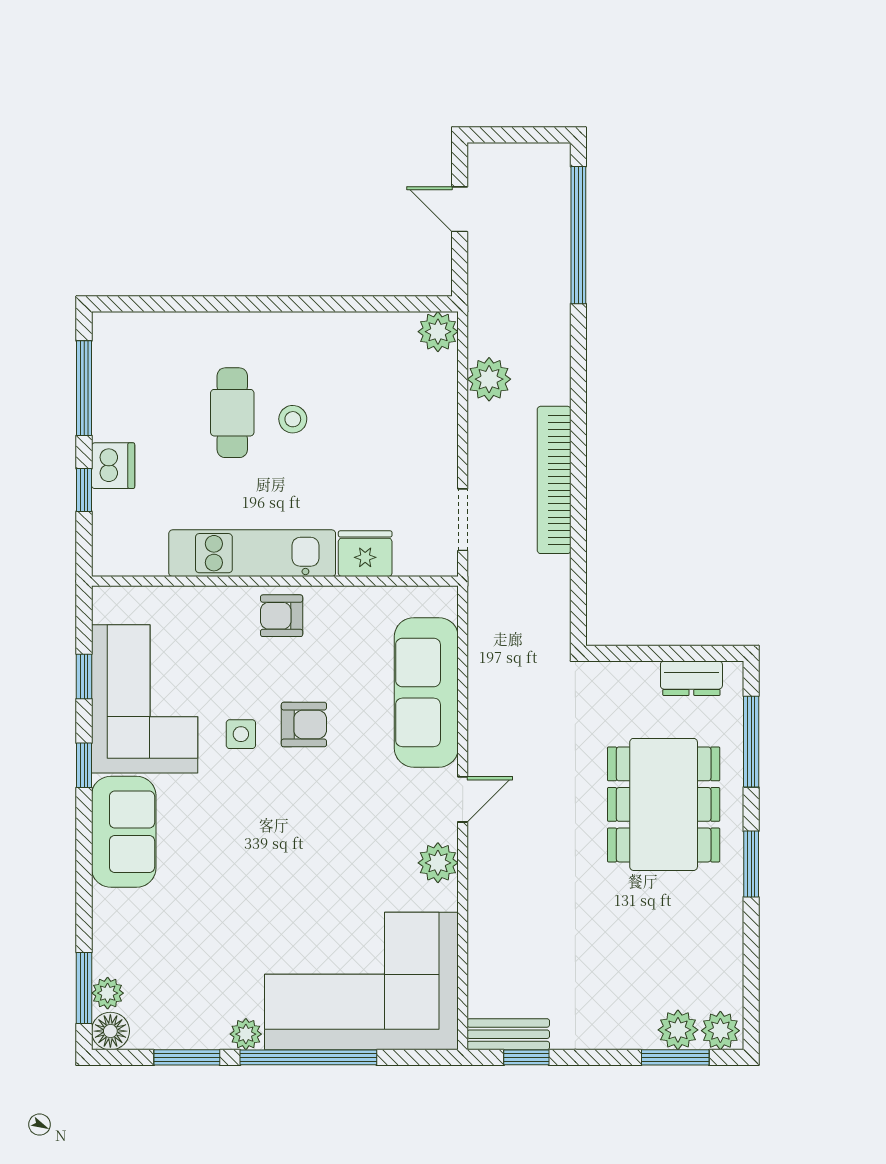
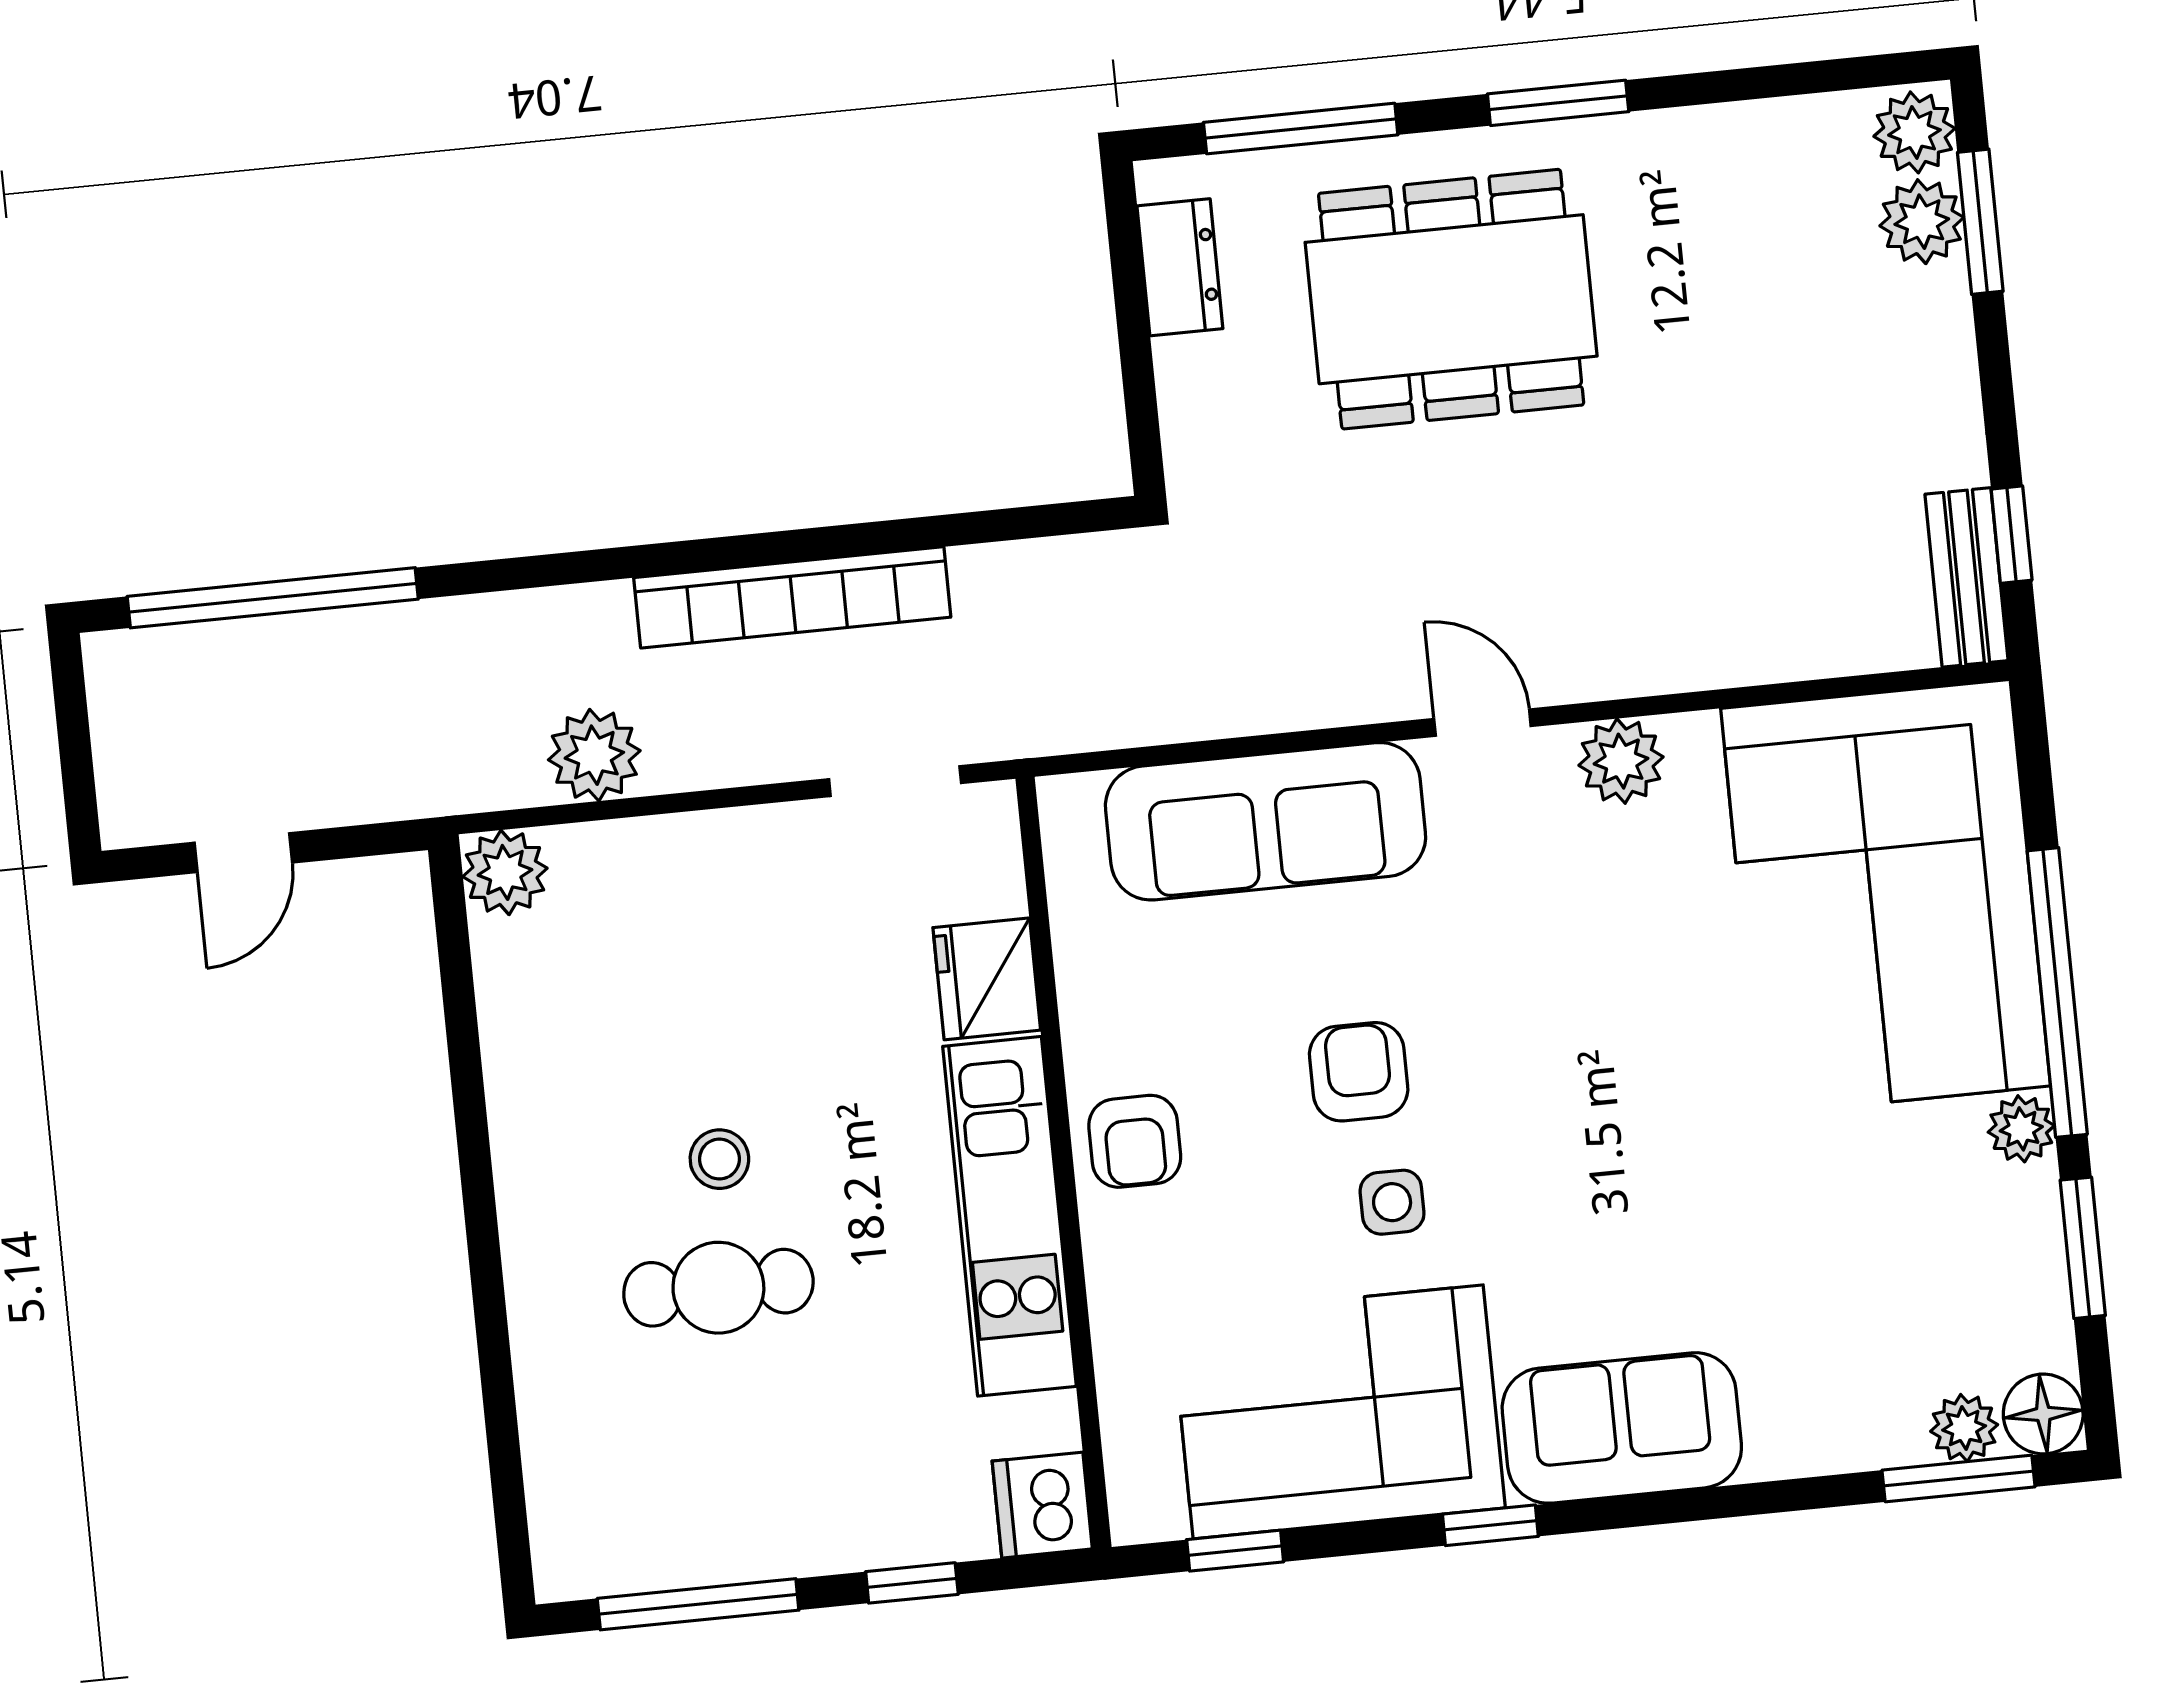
dishwasher: (113, 466) -> (1042, 1505), moved, turned -90
window: (84, 676) -> (1235, 1551), moved

